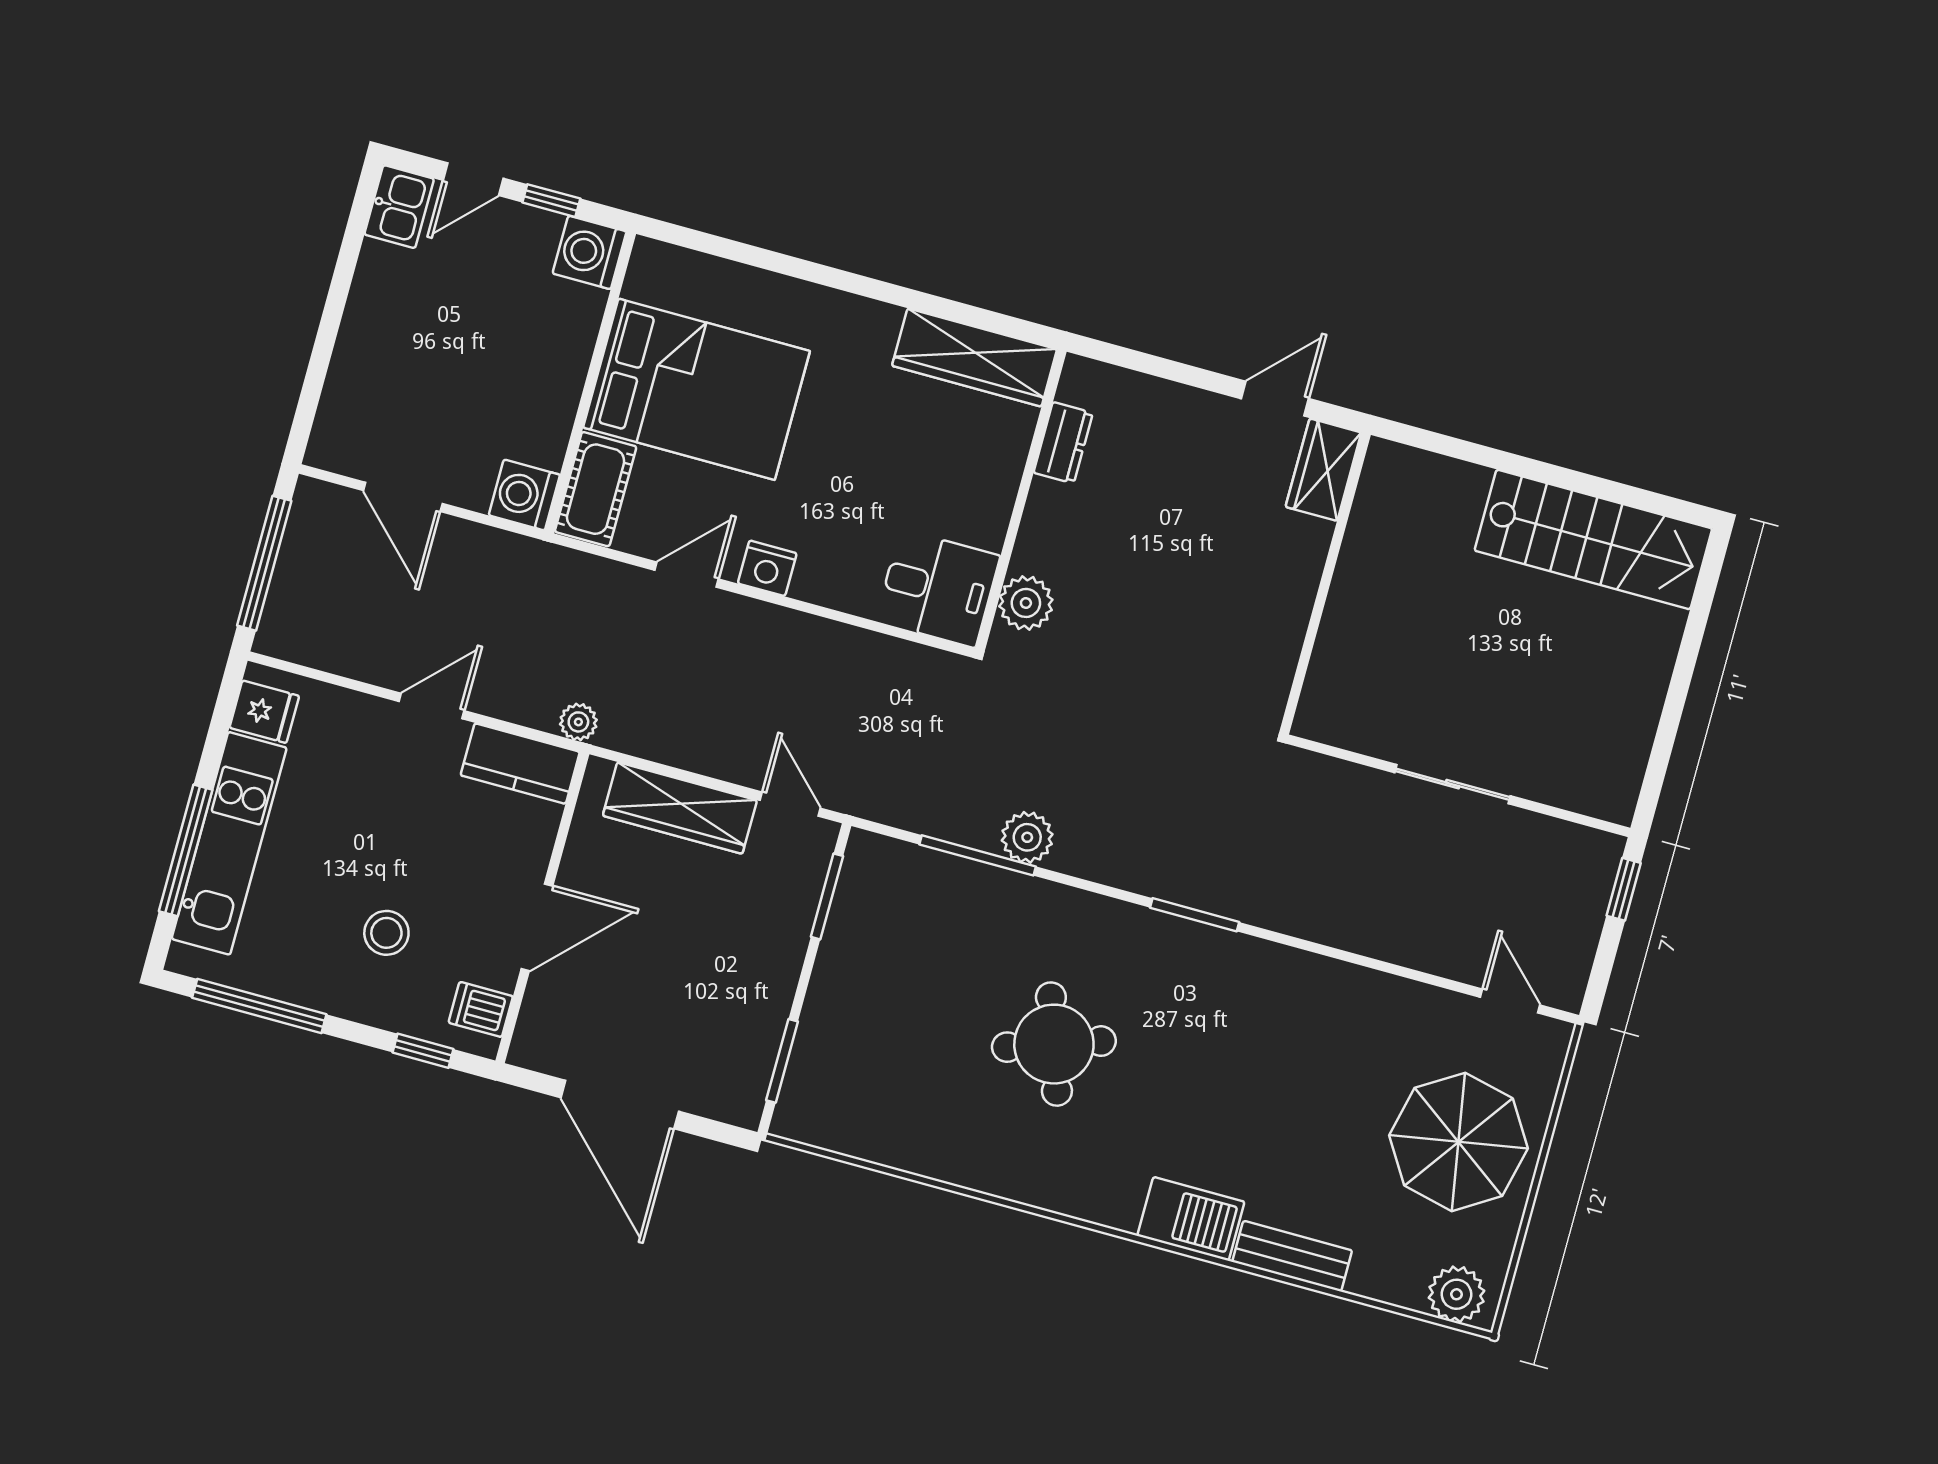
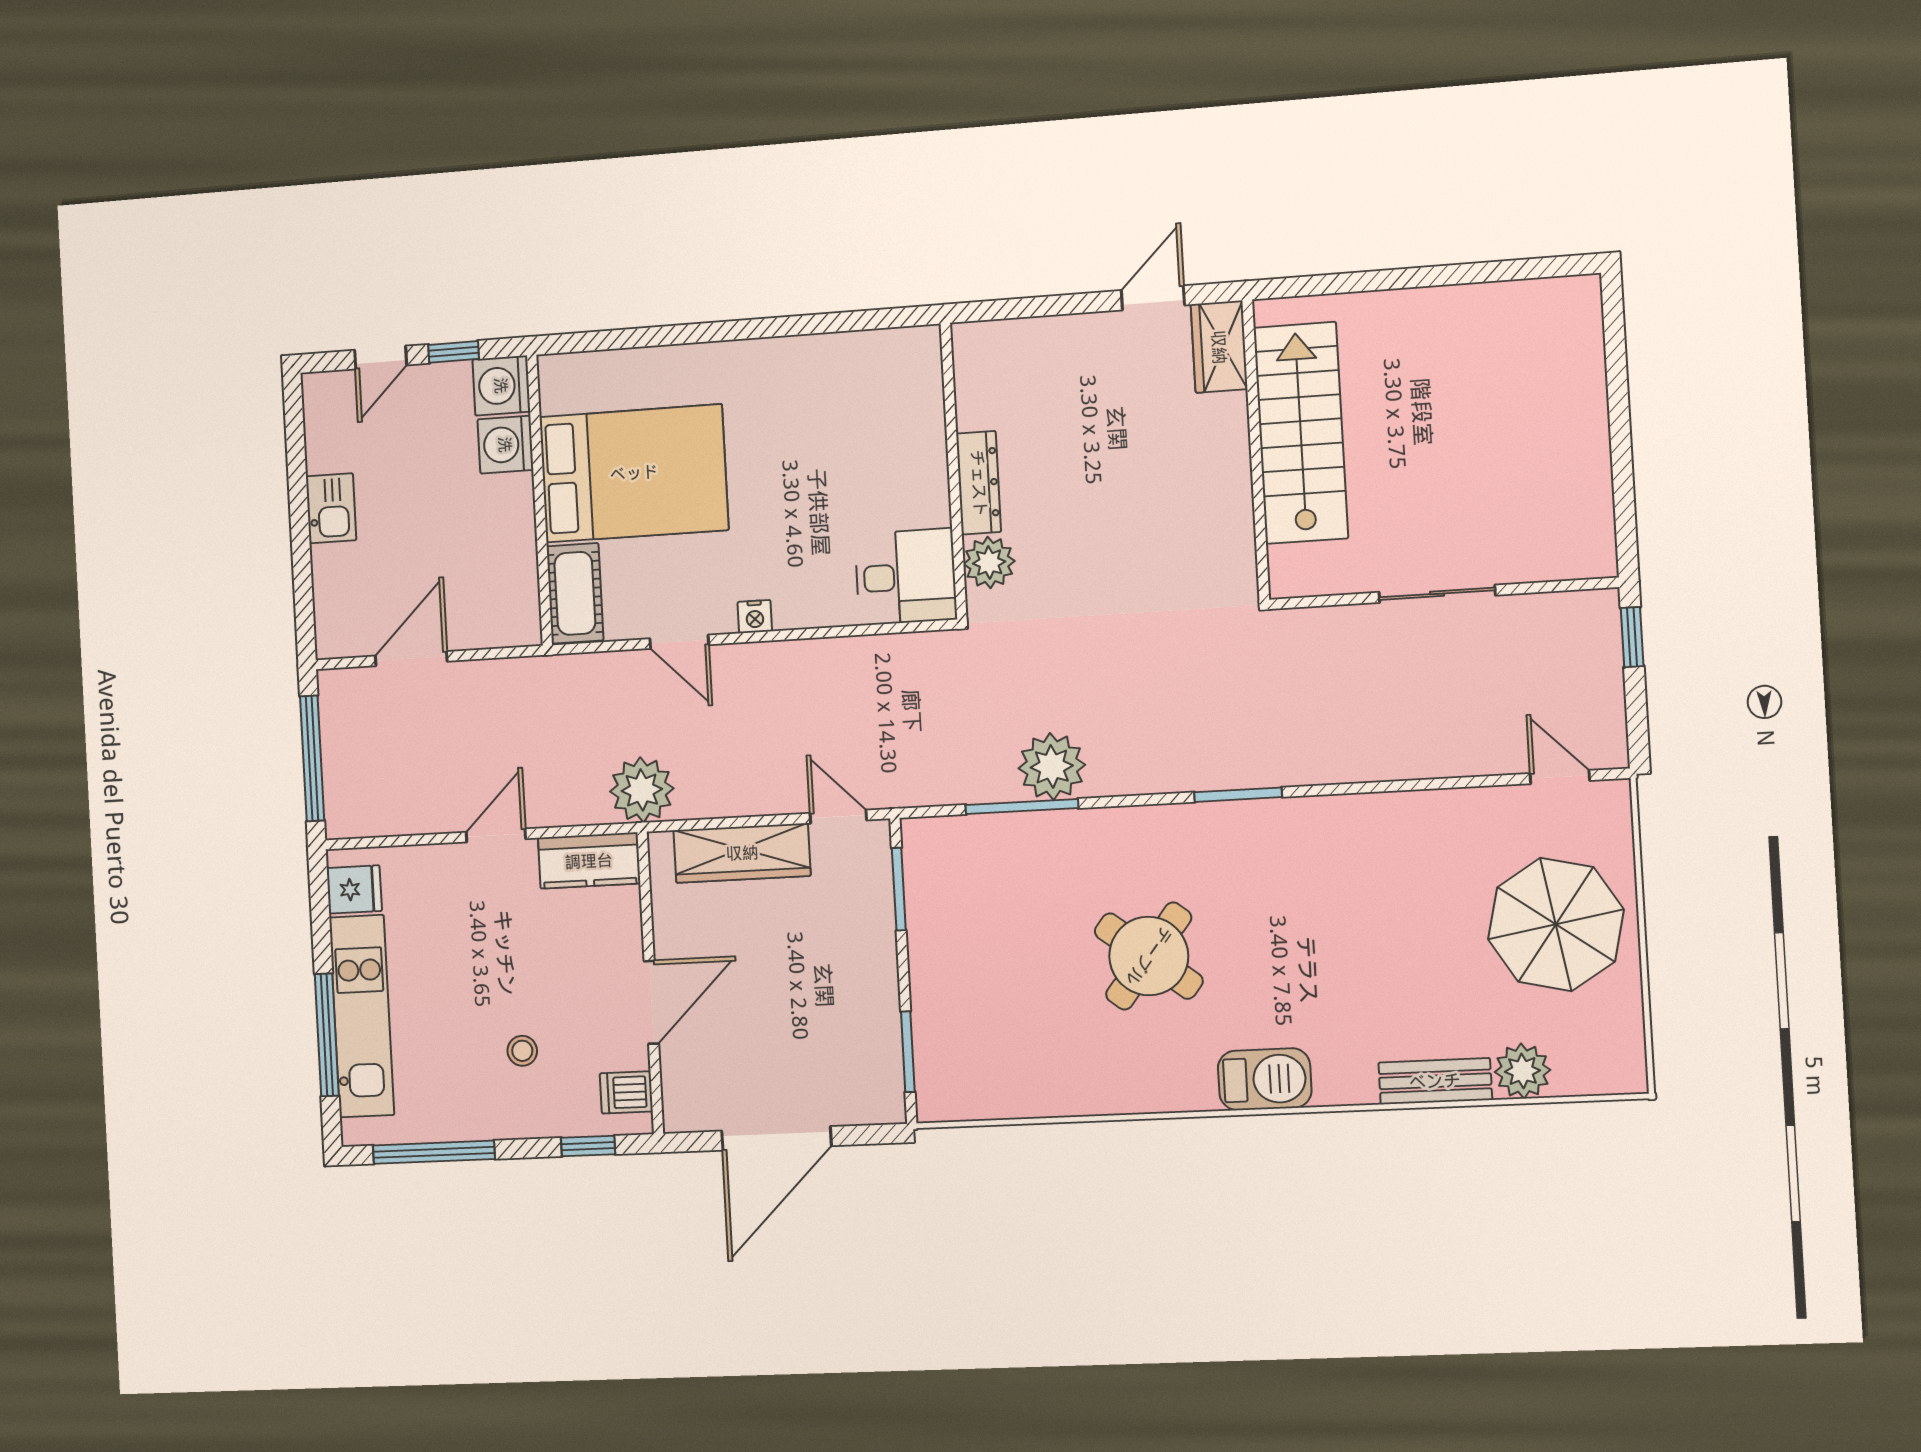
kitchen sink: (399, 207) -> (331, 508), moved
wardrobe: (975, 358) -> (869, 358), removed
dresser: (1063, 443) -> (979, 483), moved, width x1.44
washing machine: (524, 495) -> (505, 445), moved
door: (403, 497) -> (411, 659), swing flipped
stairs: (1593, 539) -> (1301, 433), moved, turned -90
nightstand: (767, 568) -> (755, 617), width x0.72, depth x0.74
door: (687, 575) -> (679, 642), swing flipped
plant: (578, 722) -> (642, 790), width x1.88, depth x1.88
plant: (1027, 837) -> (1052, 767), width x1.36, depth x1.36
stool: (386, 933) -> (522, 1051), width x0.73, depth x0.73
round table: (1054, 1044) -> (1149, 956), turned -33
door: (620, 1105) -> (776, 1138), hinge flipped
barbecue: (1191, 1219) -> (1265, 1079), moved
plant: (1457, 1294) -> (1523, 1071), moved

